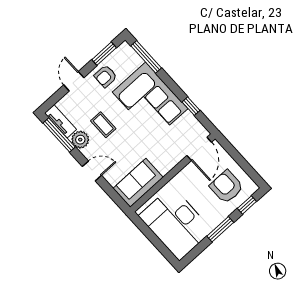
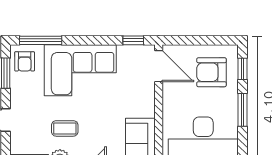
armchair: (106, 76) -> (25, 61), moved
window: (191, 106) -> (133, 40), moved

